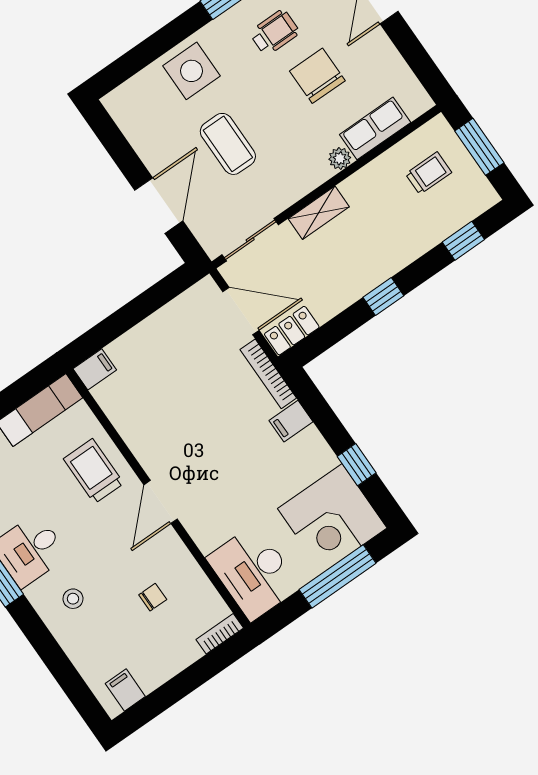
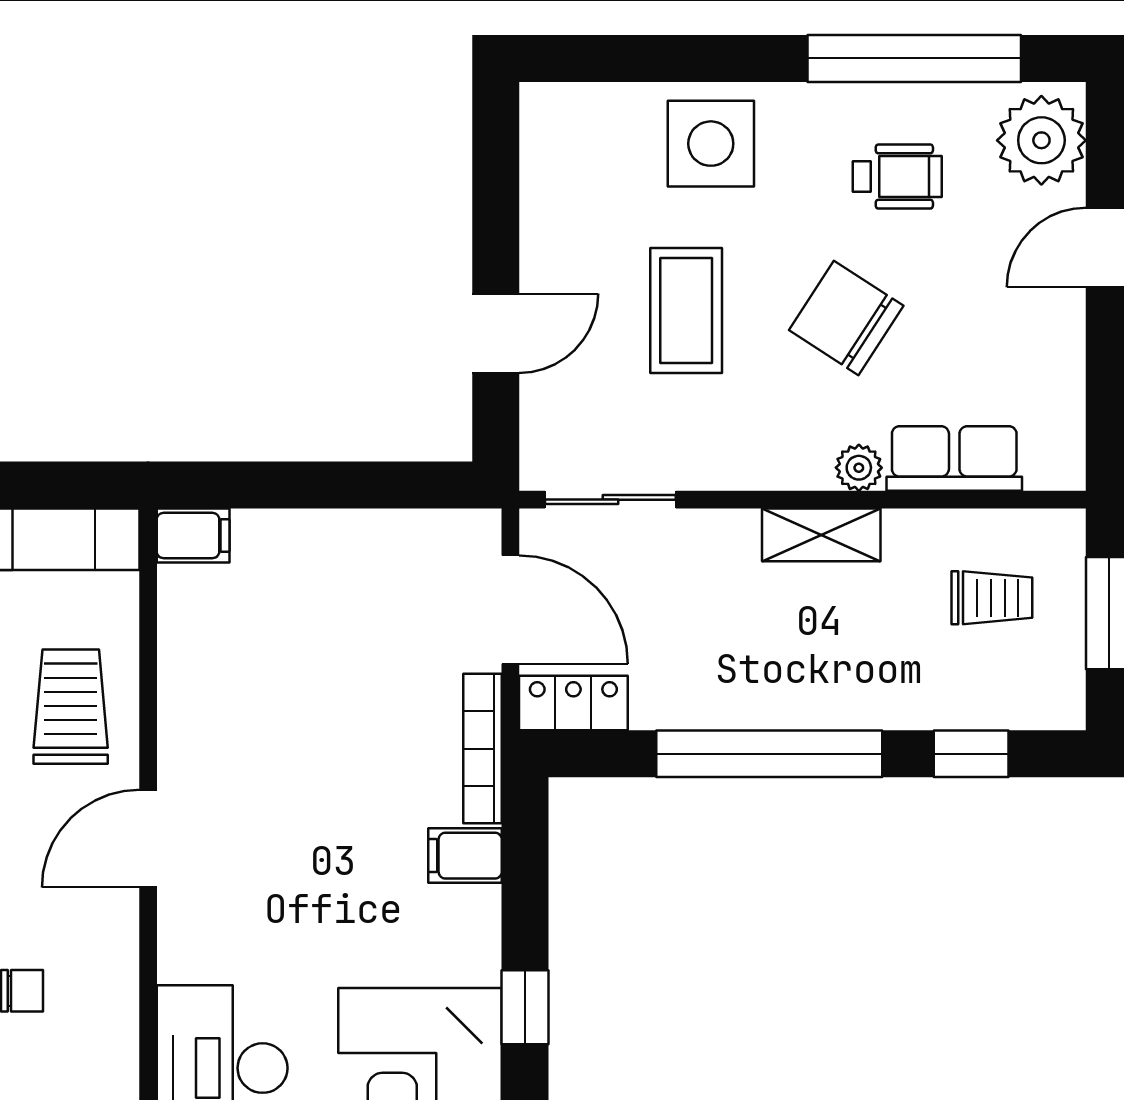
chair: (317, 76) -> (846, 318), moved, turned -57
door: (159, 206) -> (496, 333), width x0.73
shelving: (319, 213) -> (821, 535), moved
window: (383, 297) -> (769, 754), width x3.17

